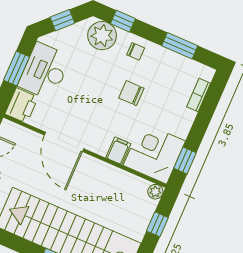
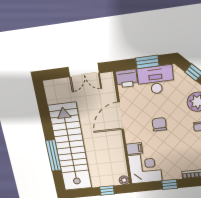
chair: (131, 93) -> (159, 124), moved
window: (185, 161) -> (170, 185), moved

